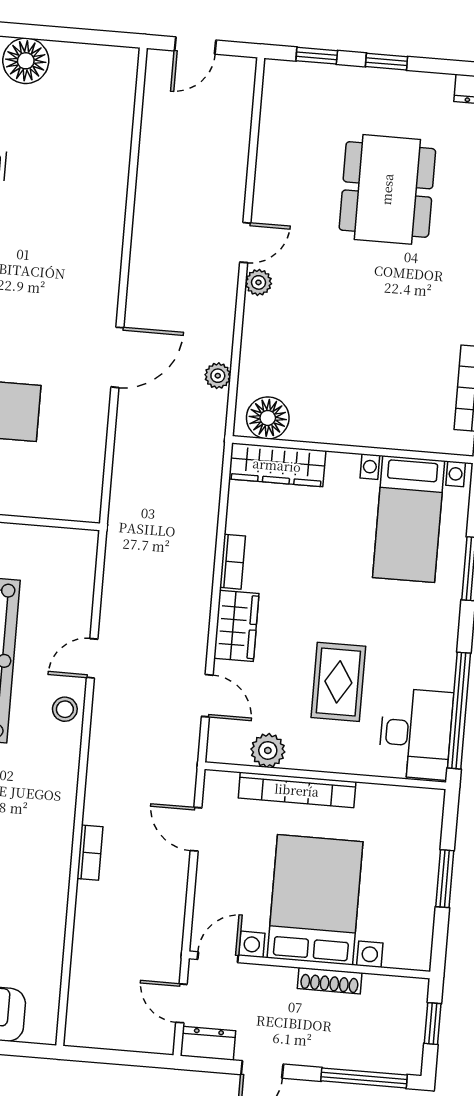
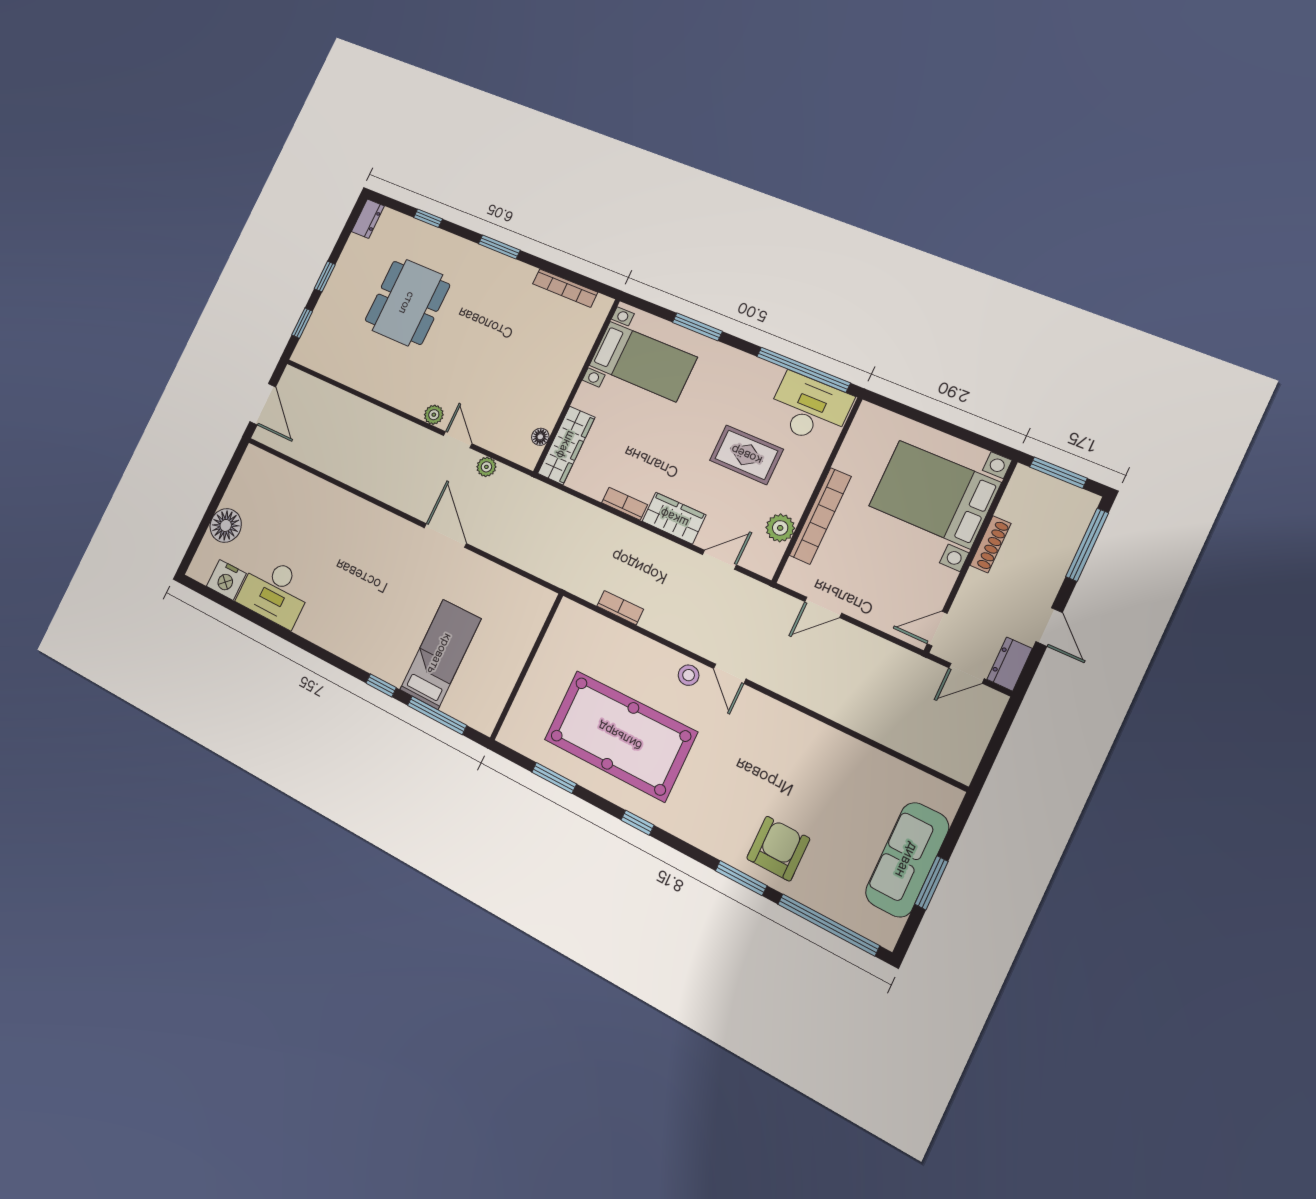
door: (195, 45) -> (263, 404), width x1.38
dining table: (387, 189) -> (407, 303), turned 90
door: (245, 243) -> (458, 440), moved
floor lamp: (268, 418) -> (540, 437), width x0.53, depth x0.53
door: (92, 658) -> (730, 674), moved
bookcase: (90, 853) -> (620, 608), moved
window: (445, 879) -> (936, 423), removed
bed with nightstands: (315, 900) -> (935, 494), moved
door: (218, 957) -> (937, 629), hinge flipped
window: (433, 1024) -> (1058, 473), width x1.50

